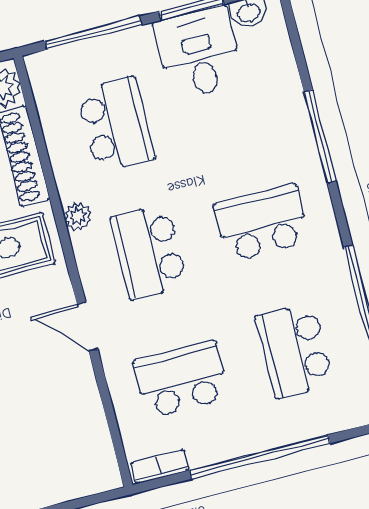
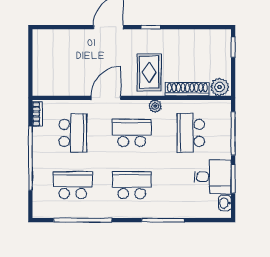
school desk: (116, 125) -> (191, 133), turned 90
school desk: (262, 223) -> (132, 185), turned -90
door: (87, 327) -> (106, 98), width x1.38

